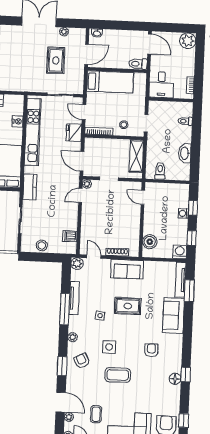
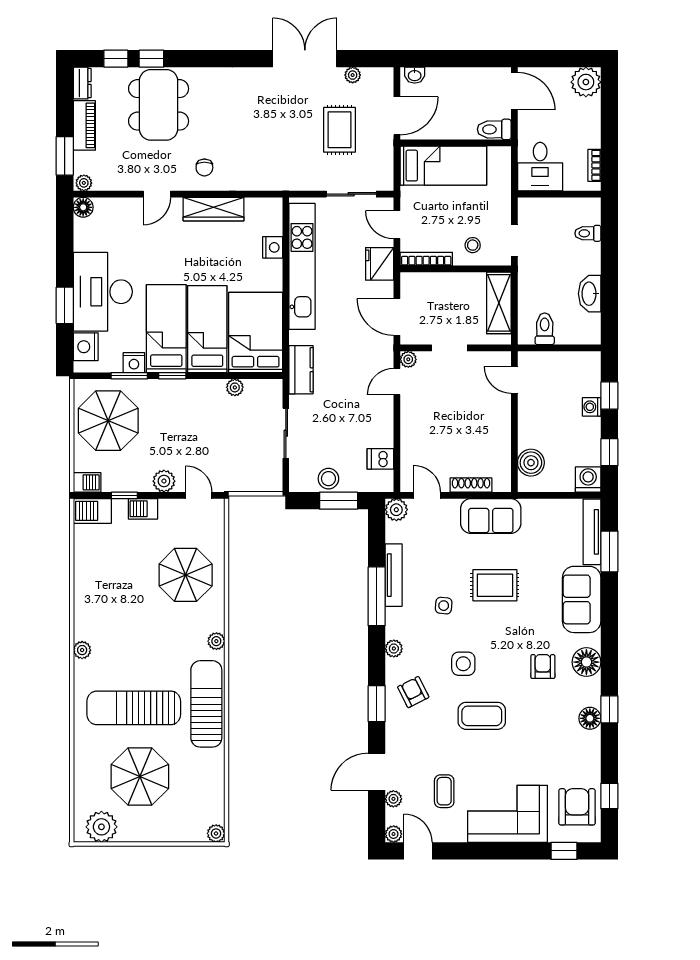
window: (47, 257) -> (339, 501), added
floor lamp: (175, 349) -> (586, 662), added
door: (61, 402) -> (377, 772), swing flipped

